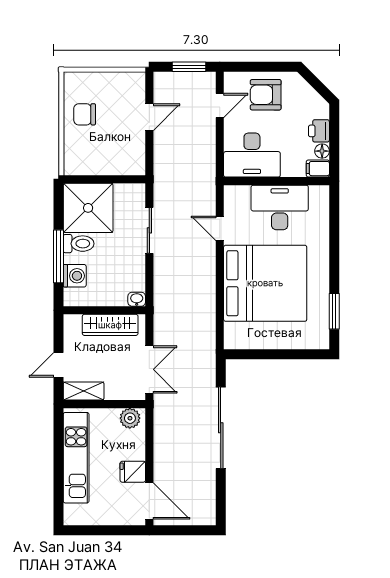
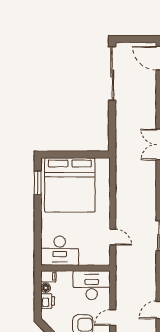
desk: (280, 207) -> (60, 251), moved
bed: (265, 283) -> (70, 185), moved, turned -90
sliding door: (221, 428) -> (112, 74), moved

